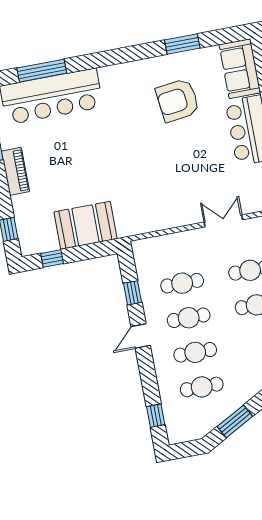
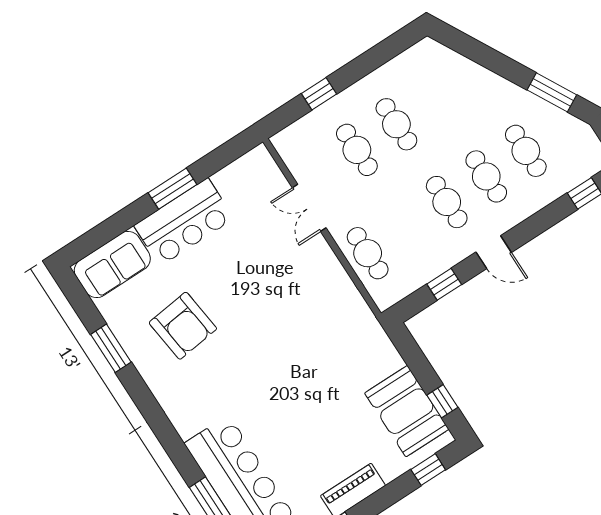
booth: (85, 225) -> (407, 411), moved
cafe table: (182, 283) -> (368, 253), moved

